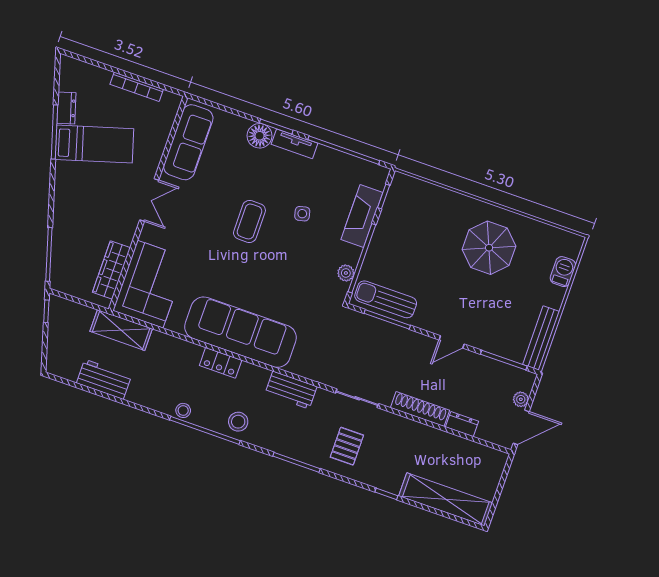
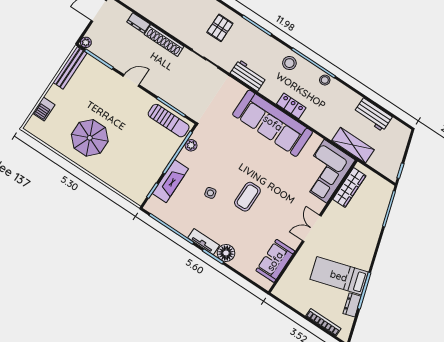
bookcase: (137, 87) -> (323, 322), moved
sofa: (188, 142) -> (275, 261), width x0.73
plant: (521, 399) -> (86, 42), moved

